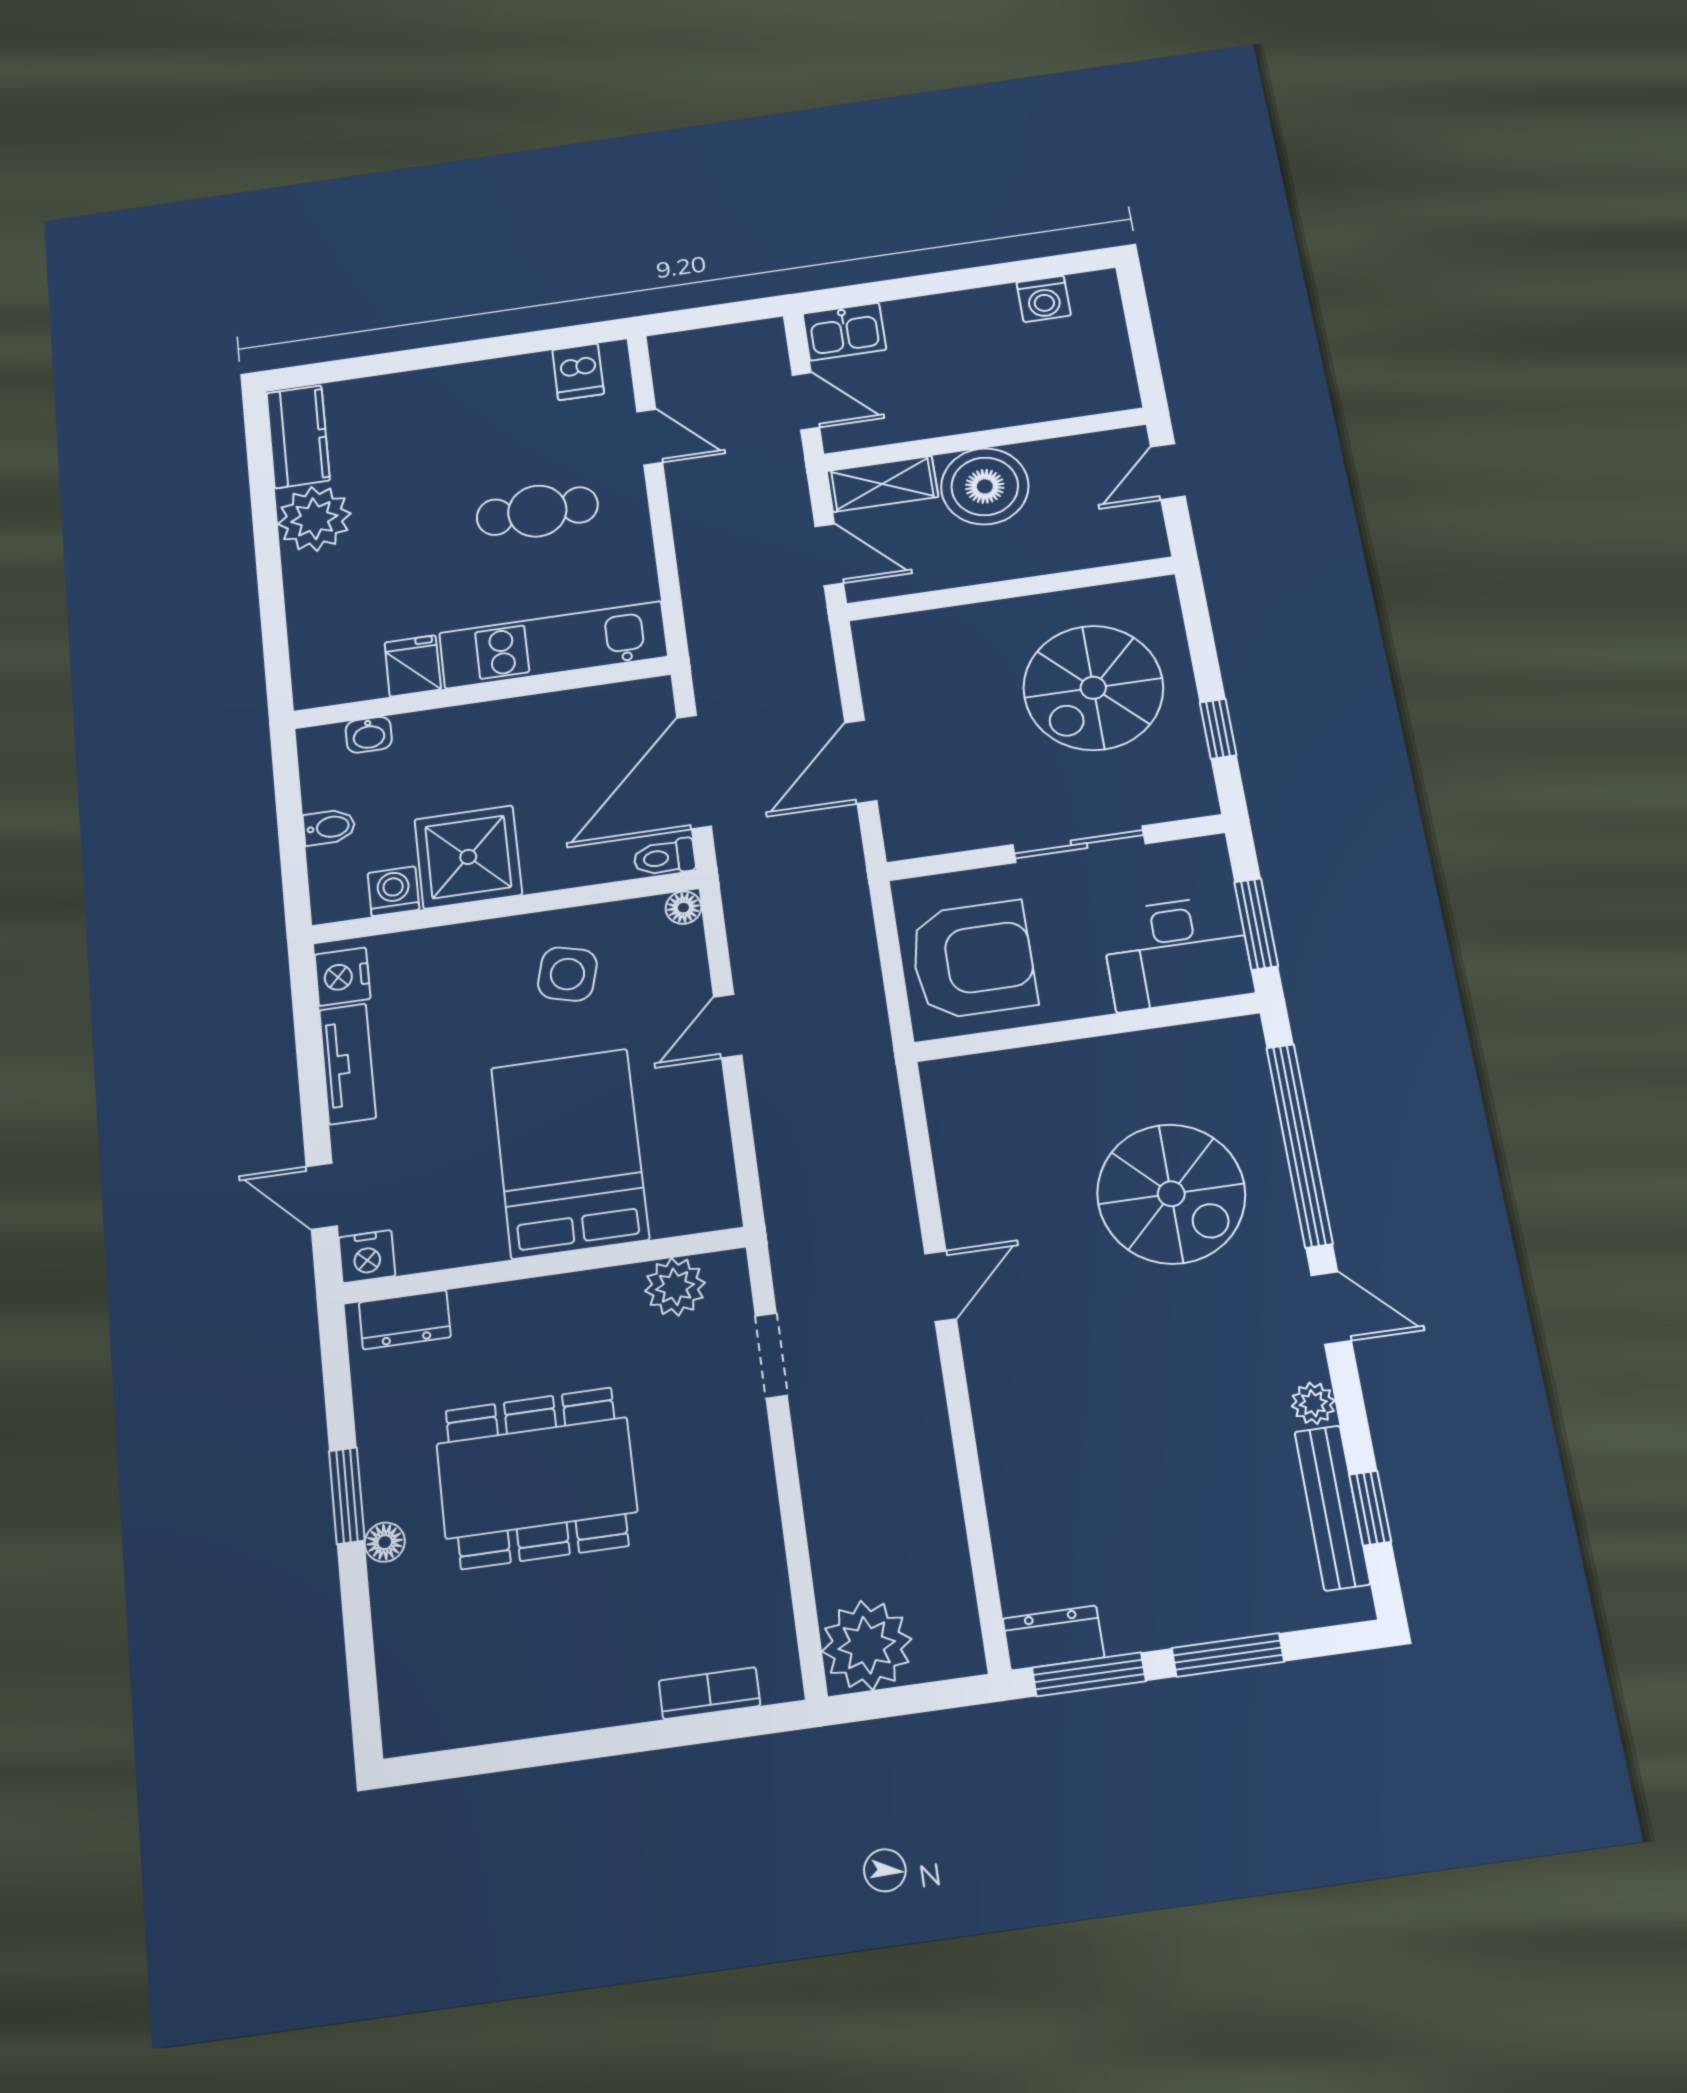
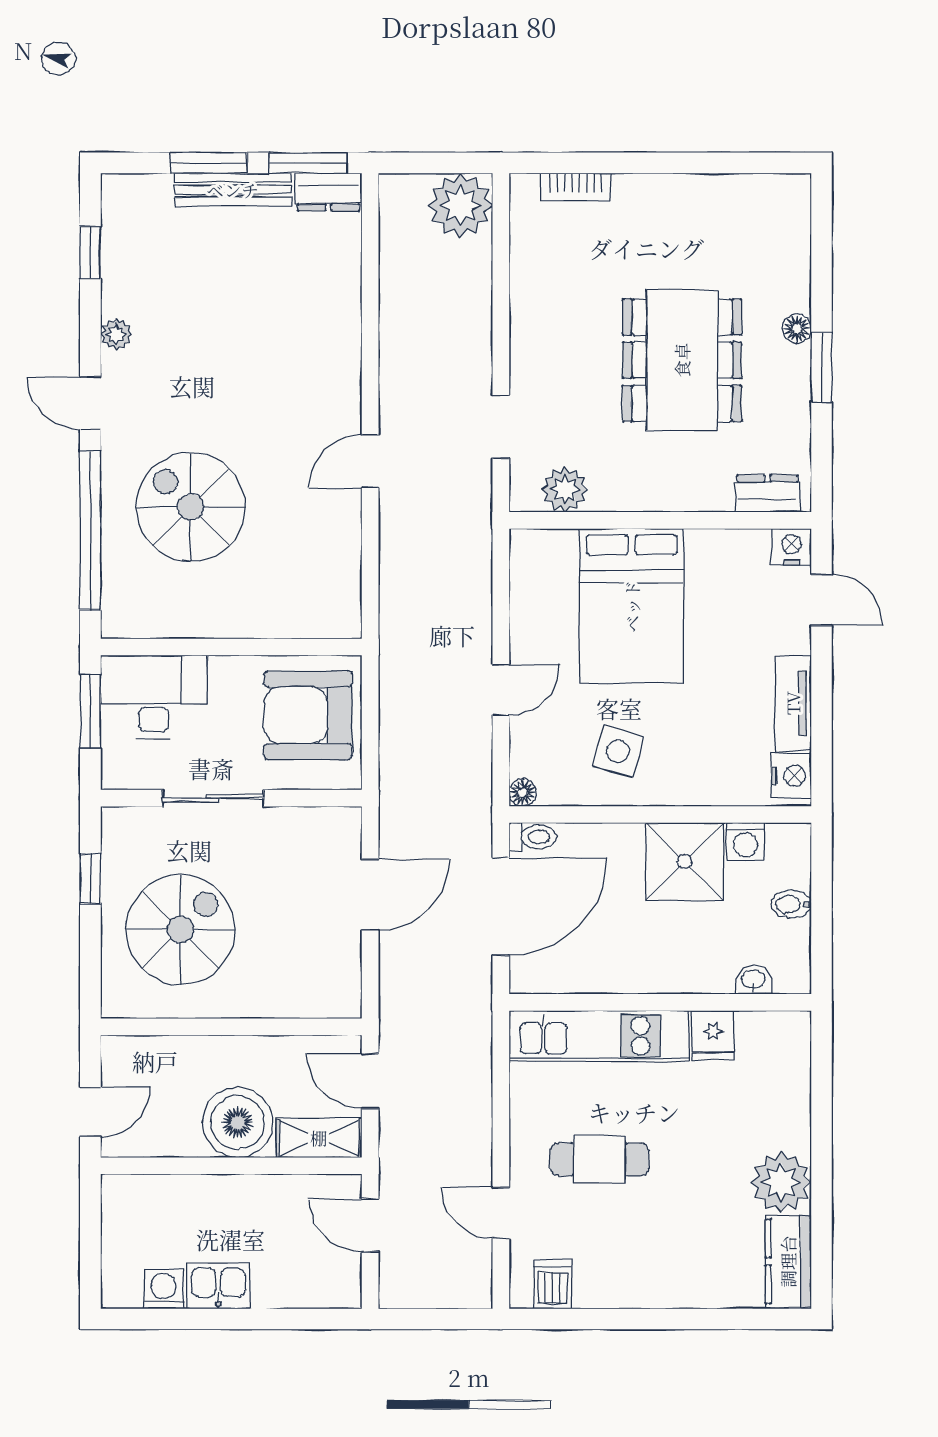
kitchen sink: (844, 332) -> (218, 1286), moved
dining table: (537, 1478) -> (682, 360), turned 90
bench: (1332, 1508) -> (233, 190), moved, turned 90

